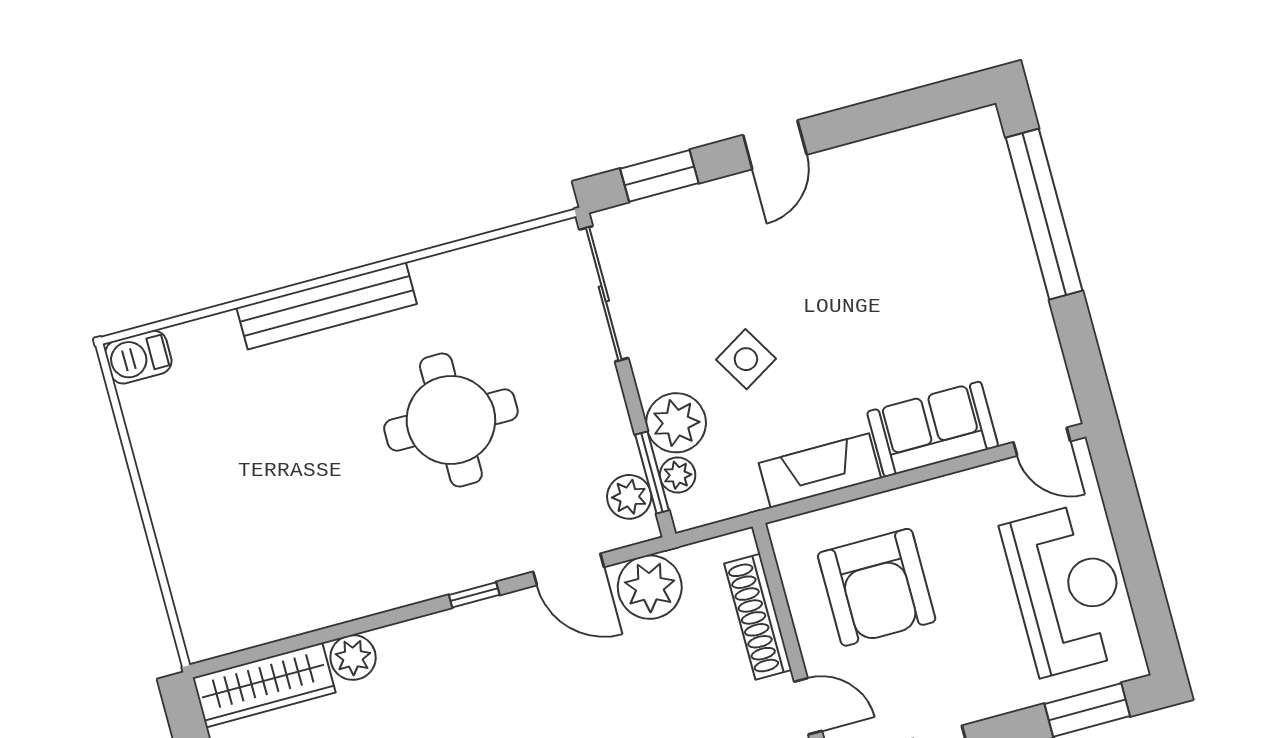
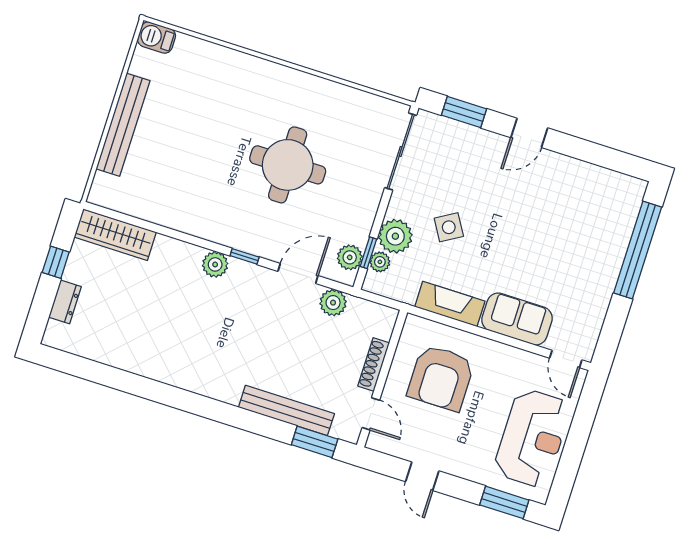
bench: (327, 306) -> (123, 125), moved, turned 90
window: (652, 472) -> (368, 253), width x0.67
door: (569, 569) -> (298, 273), swing flipped
plant: (650, 587) -> (333, 303), width x0.73, depth x0.73
shoe rack: (758, 617) -> (374, 364), width x0.74, depth x0.81
plant: (353, 657) -> (215, 264), moved

